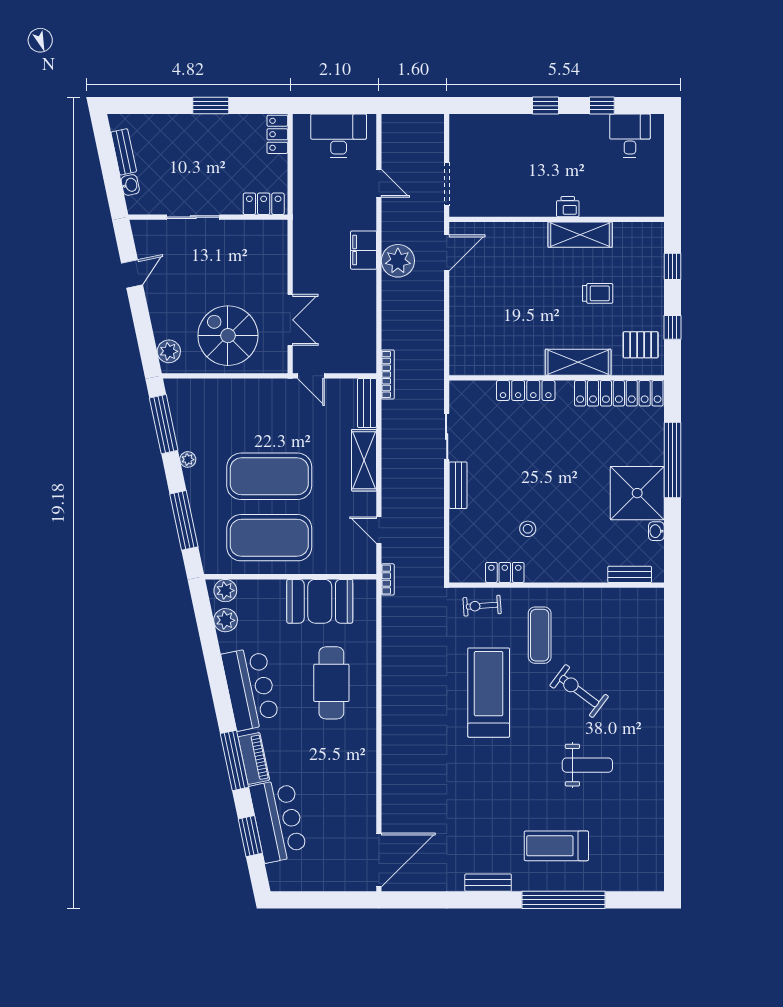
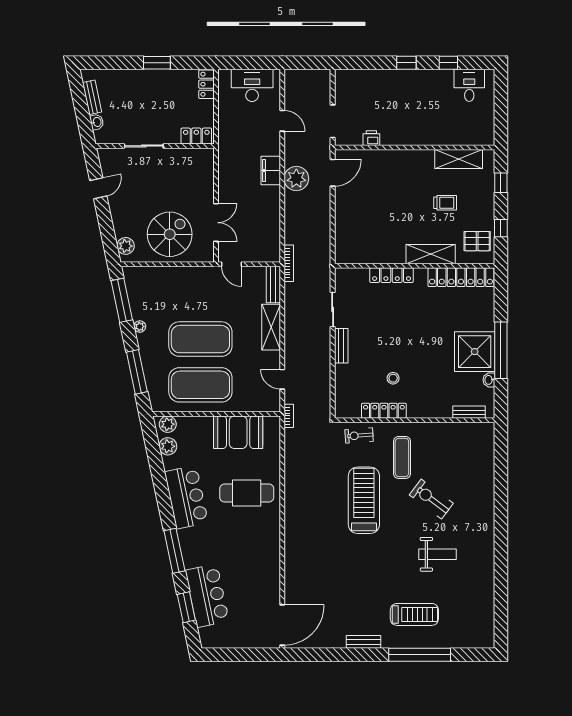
printer: (568, 207) -> (371, 138), moved
shelving: (580, 235) -> (459, 159), moved
spiral stairs: (228, 336) -> (170, 234), turned 90
window: (672, 460) -> (501, 350), moved
locker: (505, 572) -> (384, 411), width x1.53
cafe table: (331, 683) -> (247, 493), turned 90
piano: (254, 758) -> (189, 549), removed
treadmill: (556, 846) -> (414, 614), turned 180

